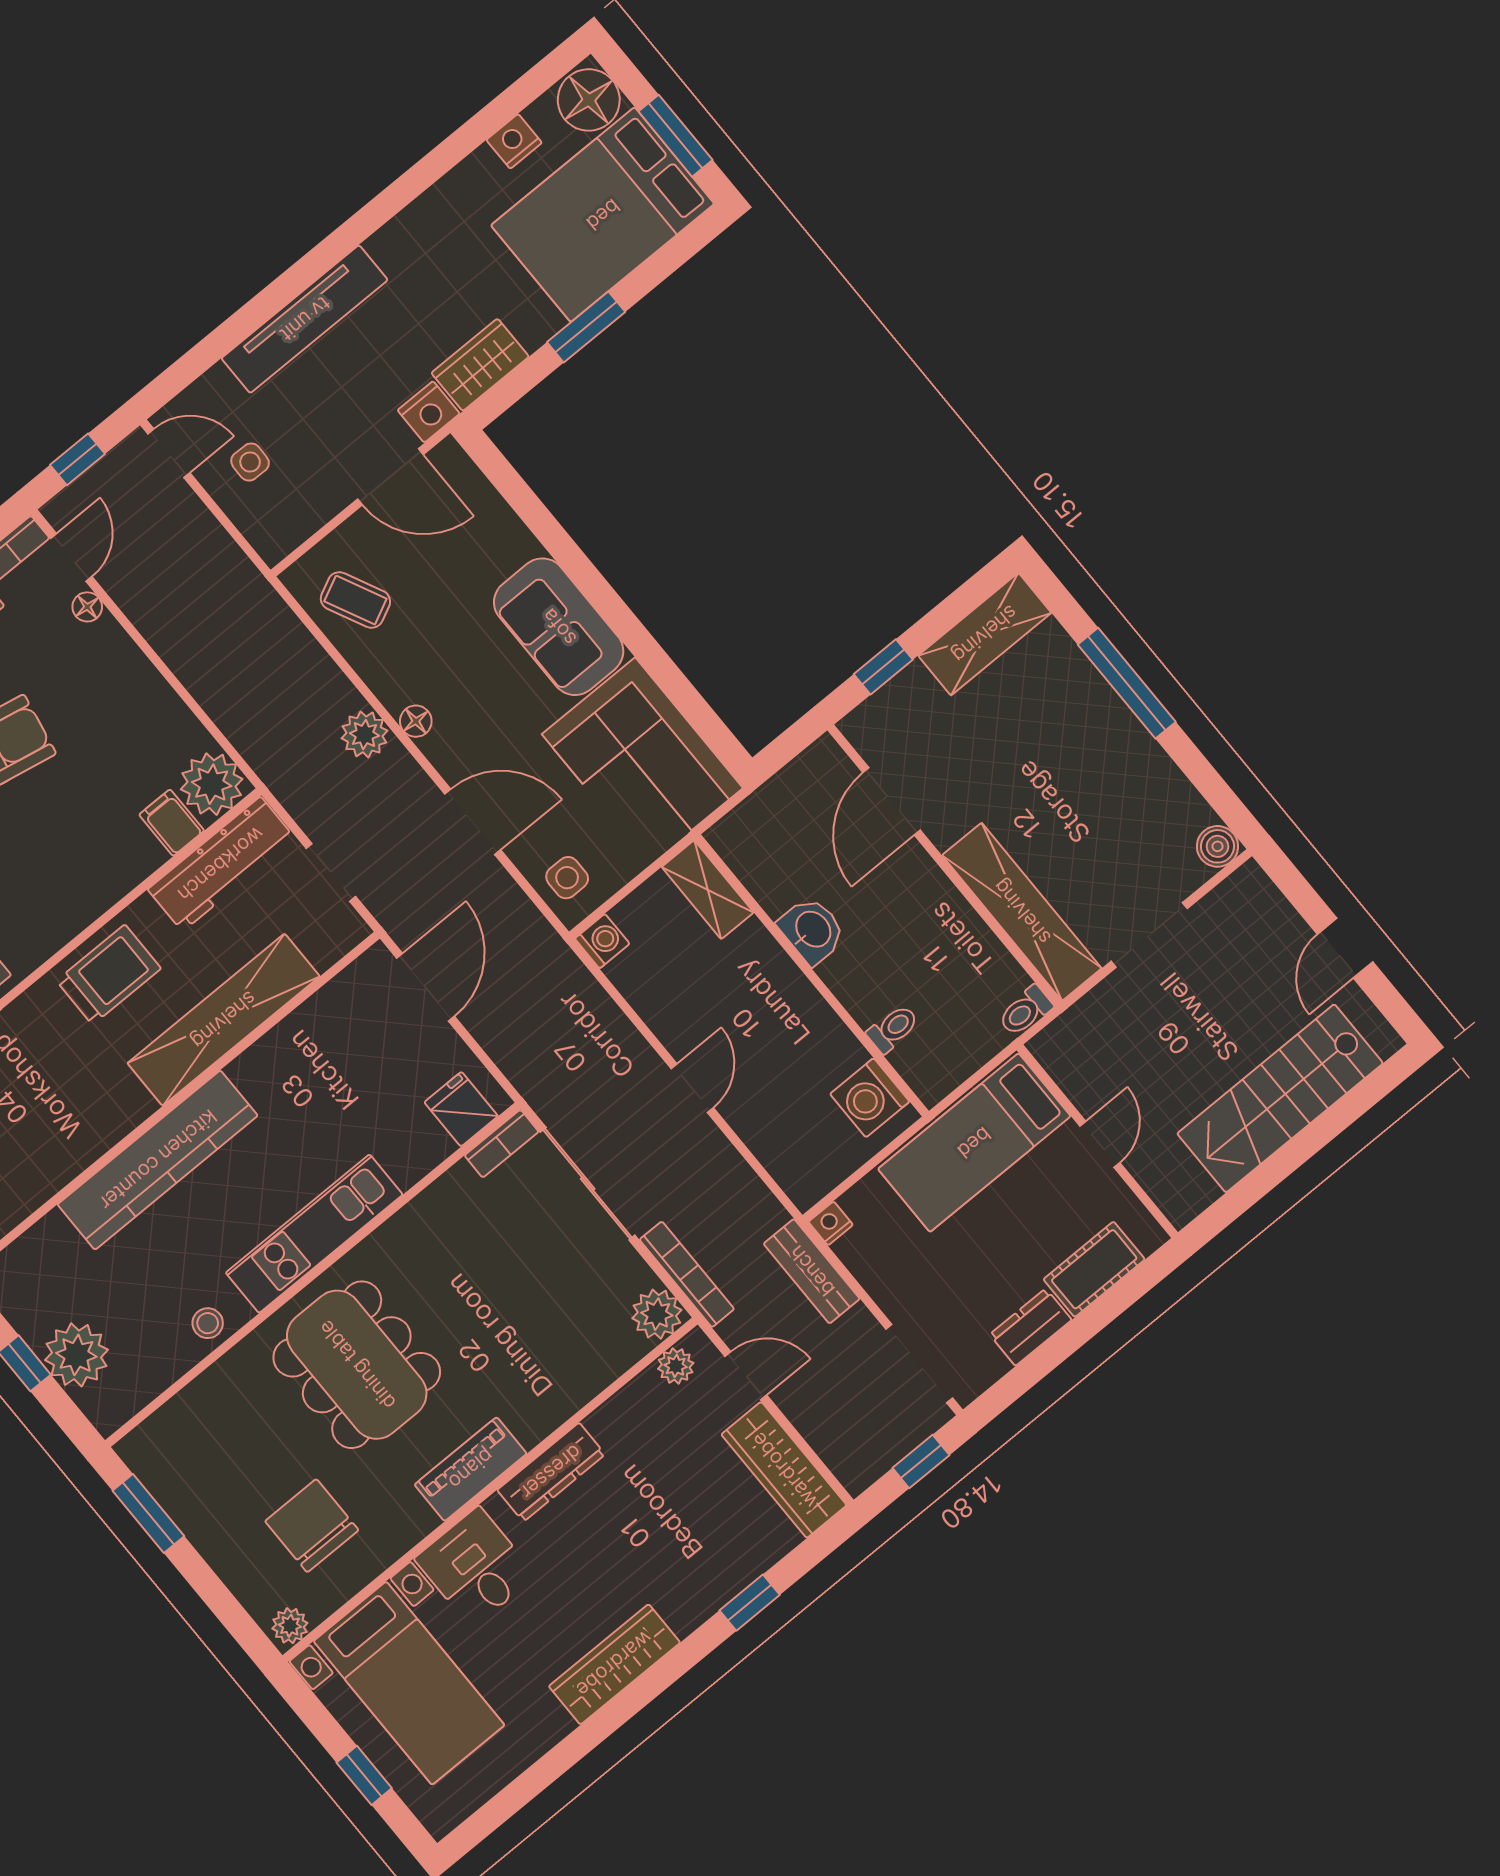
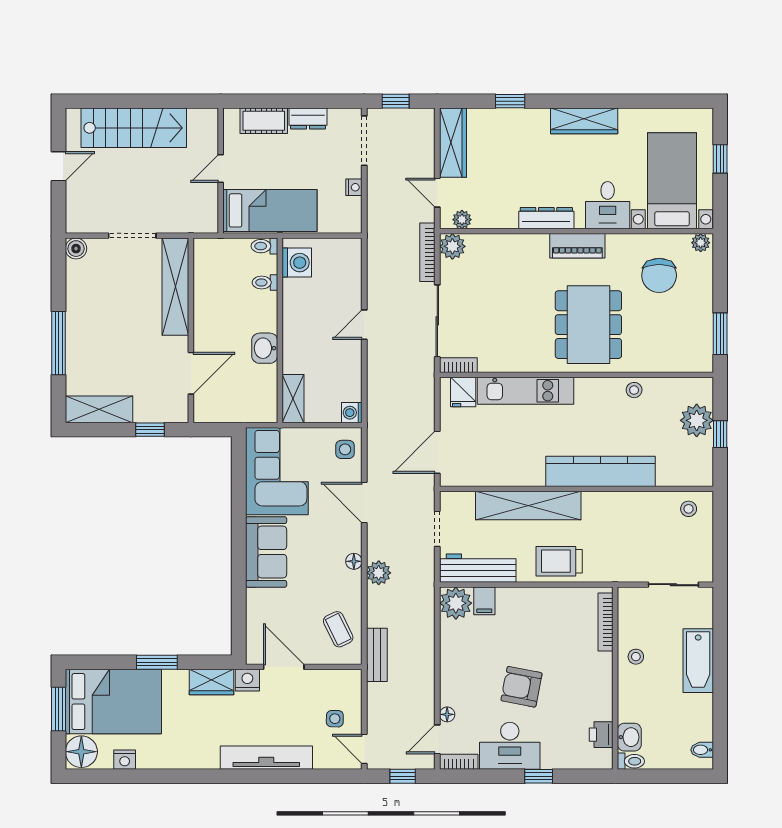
toilet: (1025, 1011) -> (264, 246), moved, turned 180
nightstand: (831, 1223) -> (354, 187), moved, turned -90
kitchen unit: (314, 1234) -> (526, 391), moved
bench: (812, 1271) -> (377, 655), moved

